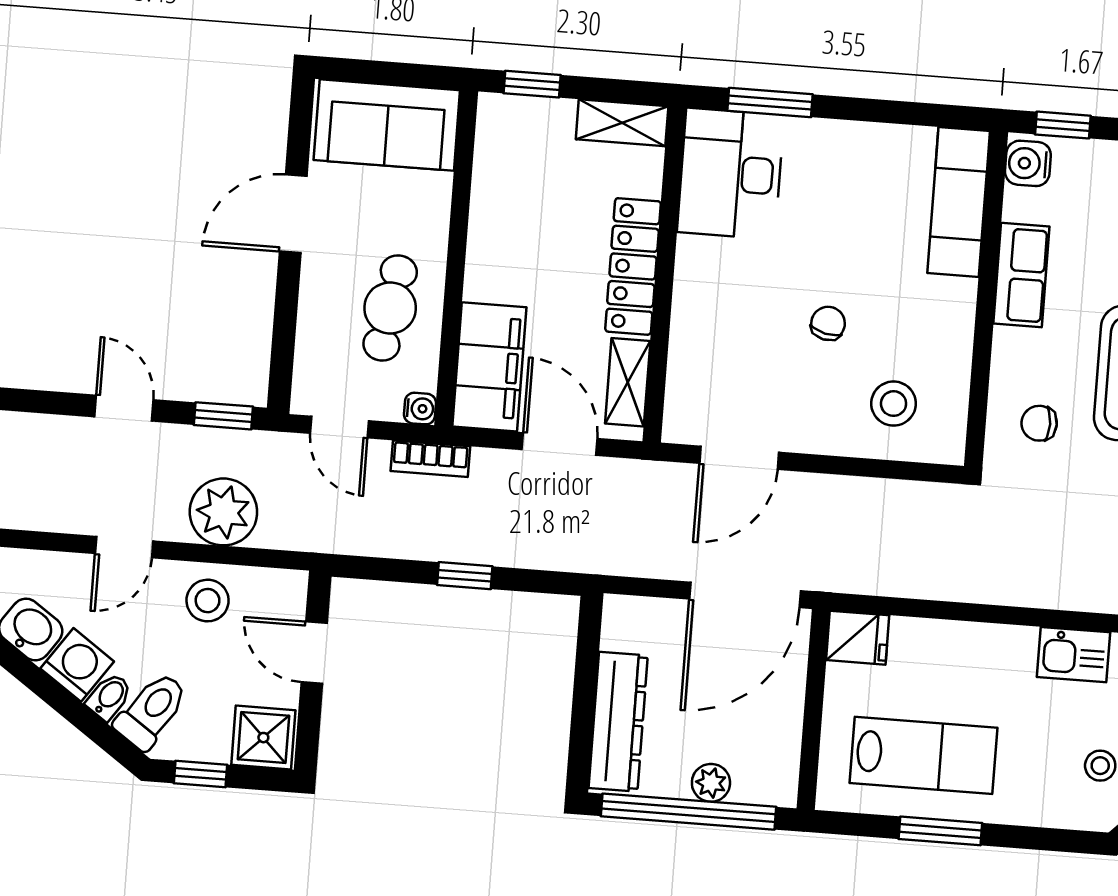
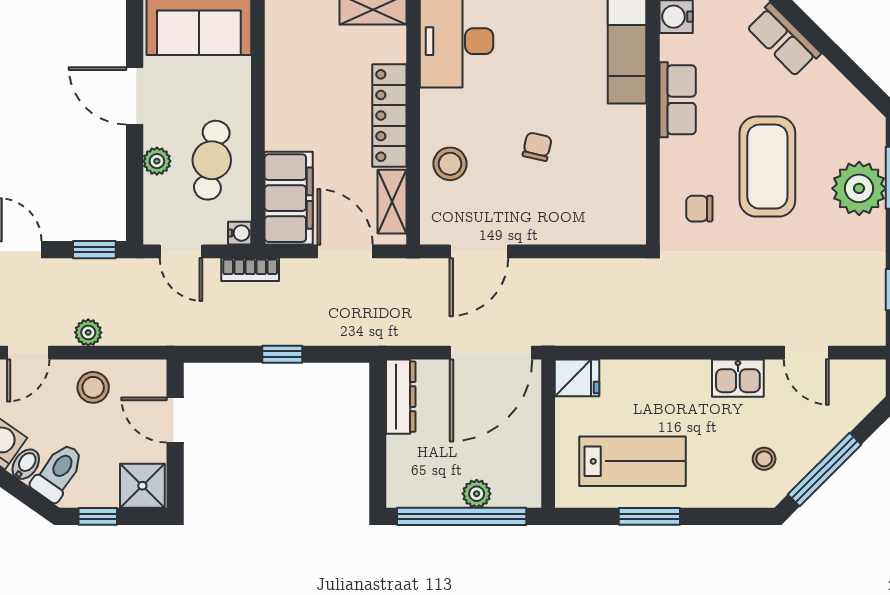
door: (293, 214) -> (135, 96), hinge flipped
plant: (316, 304) -> (157, 161), added
stool: (894, 404) -> (450, 164), moved
plant: (223, 512) -> (88, 332), width x0.53, depth x0.53
dresser: (618, 722) -> (401, 397), moved, width x0.73, depth x0.80

